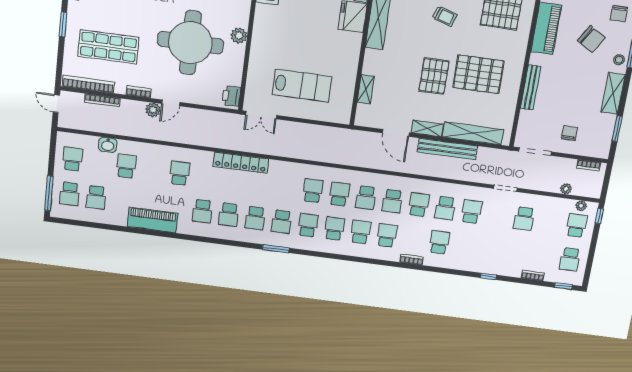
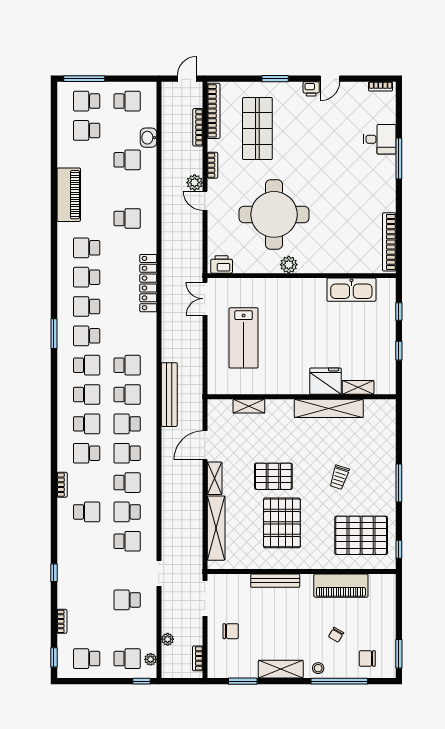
chair: (591, 39) -> (336, 635), width x0.54, depth x0.54
bench: (447, 149) -> (169, 395), moved
school desk: (387, 235) -> (87, 453), turned 180

